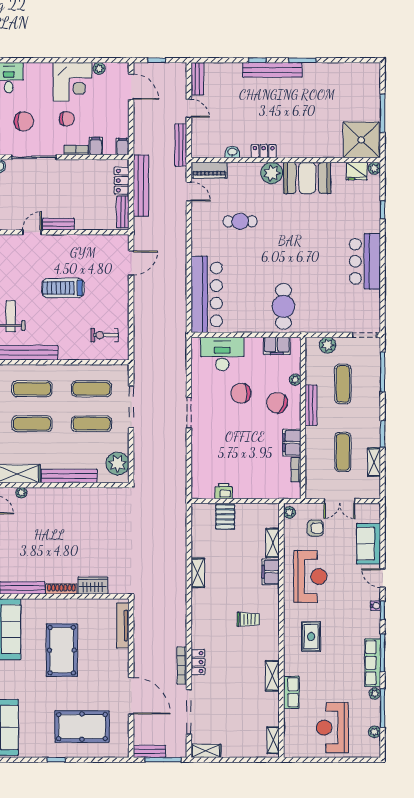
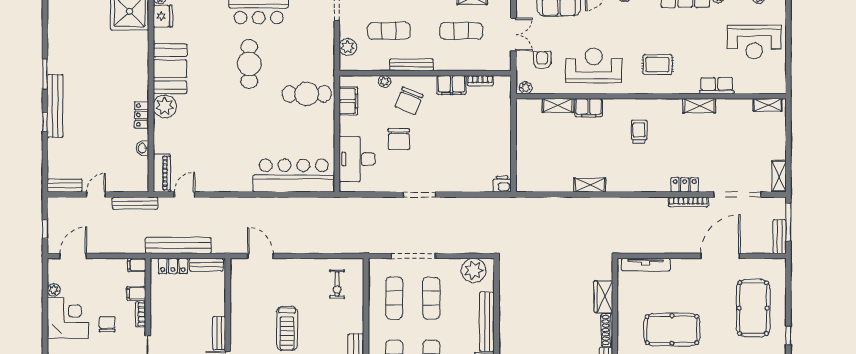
cafe table: (240, 221) -> (249, 64), moved, width x1.37, depth x1.35
printer: (224, 491) -> (502, 184), moved, turned 90
pallet: (225, 517) -> (530, 156), removed

